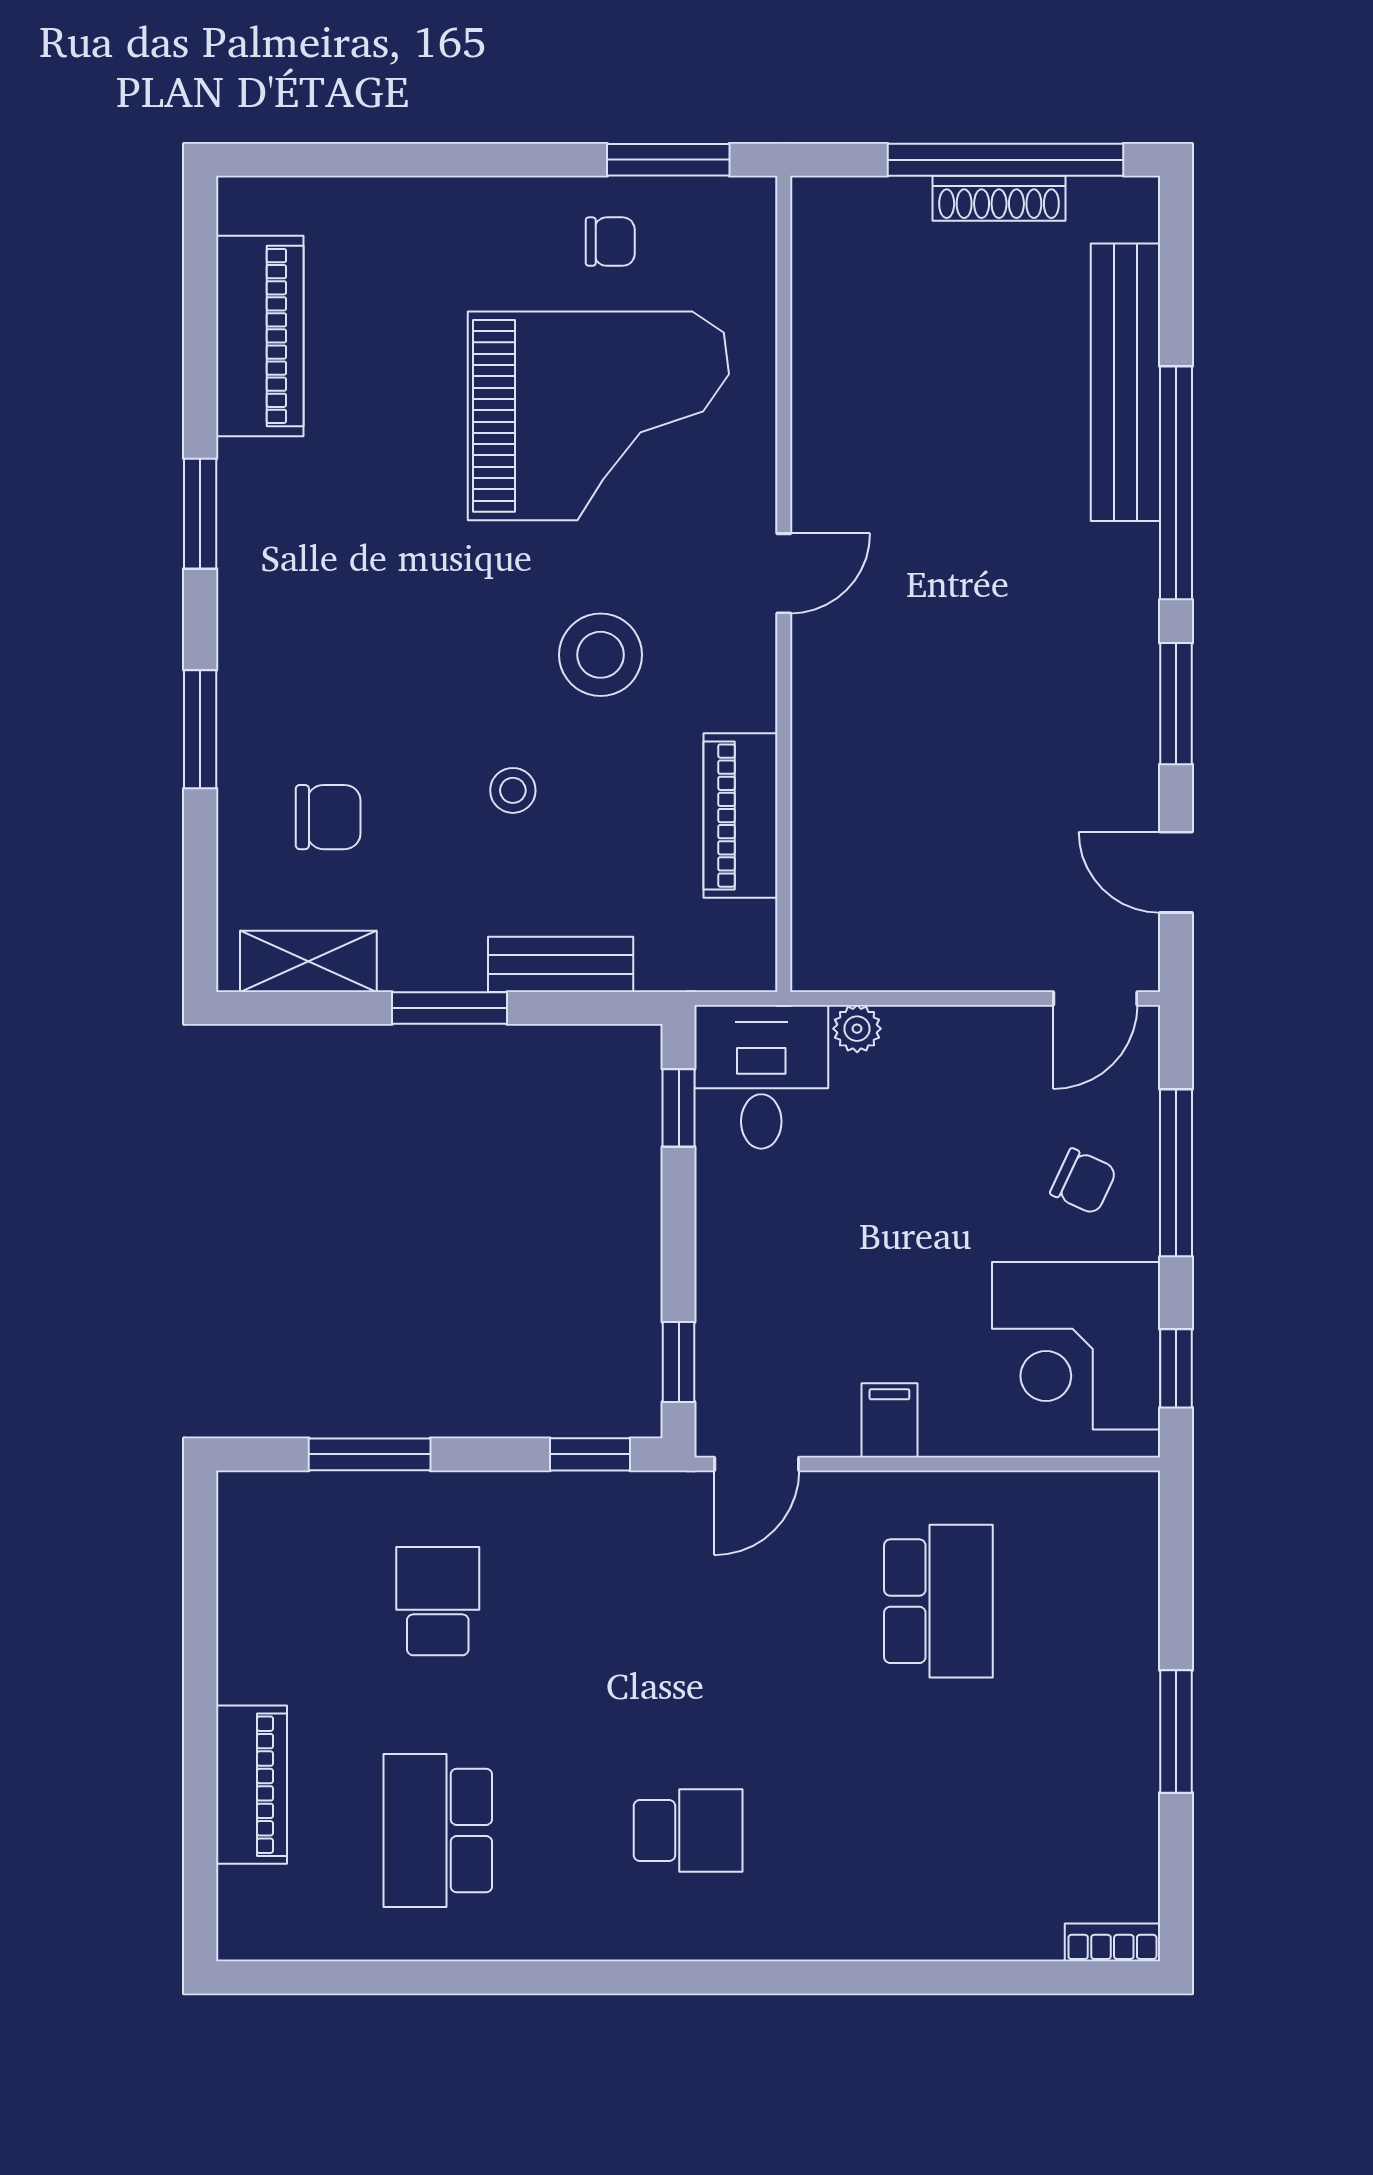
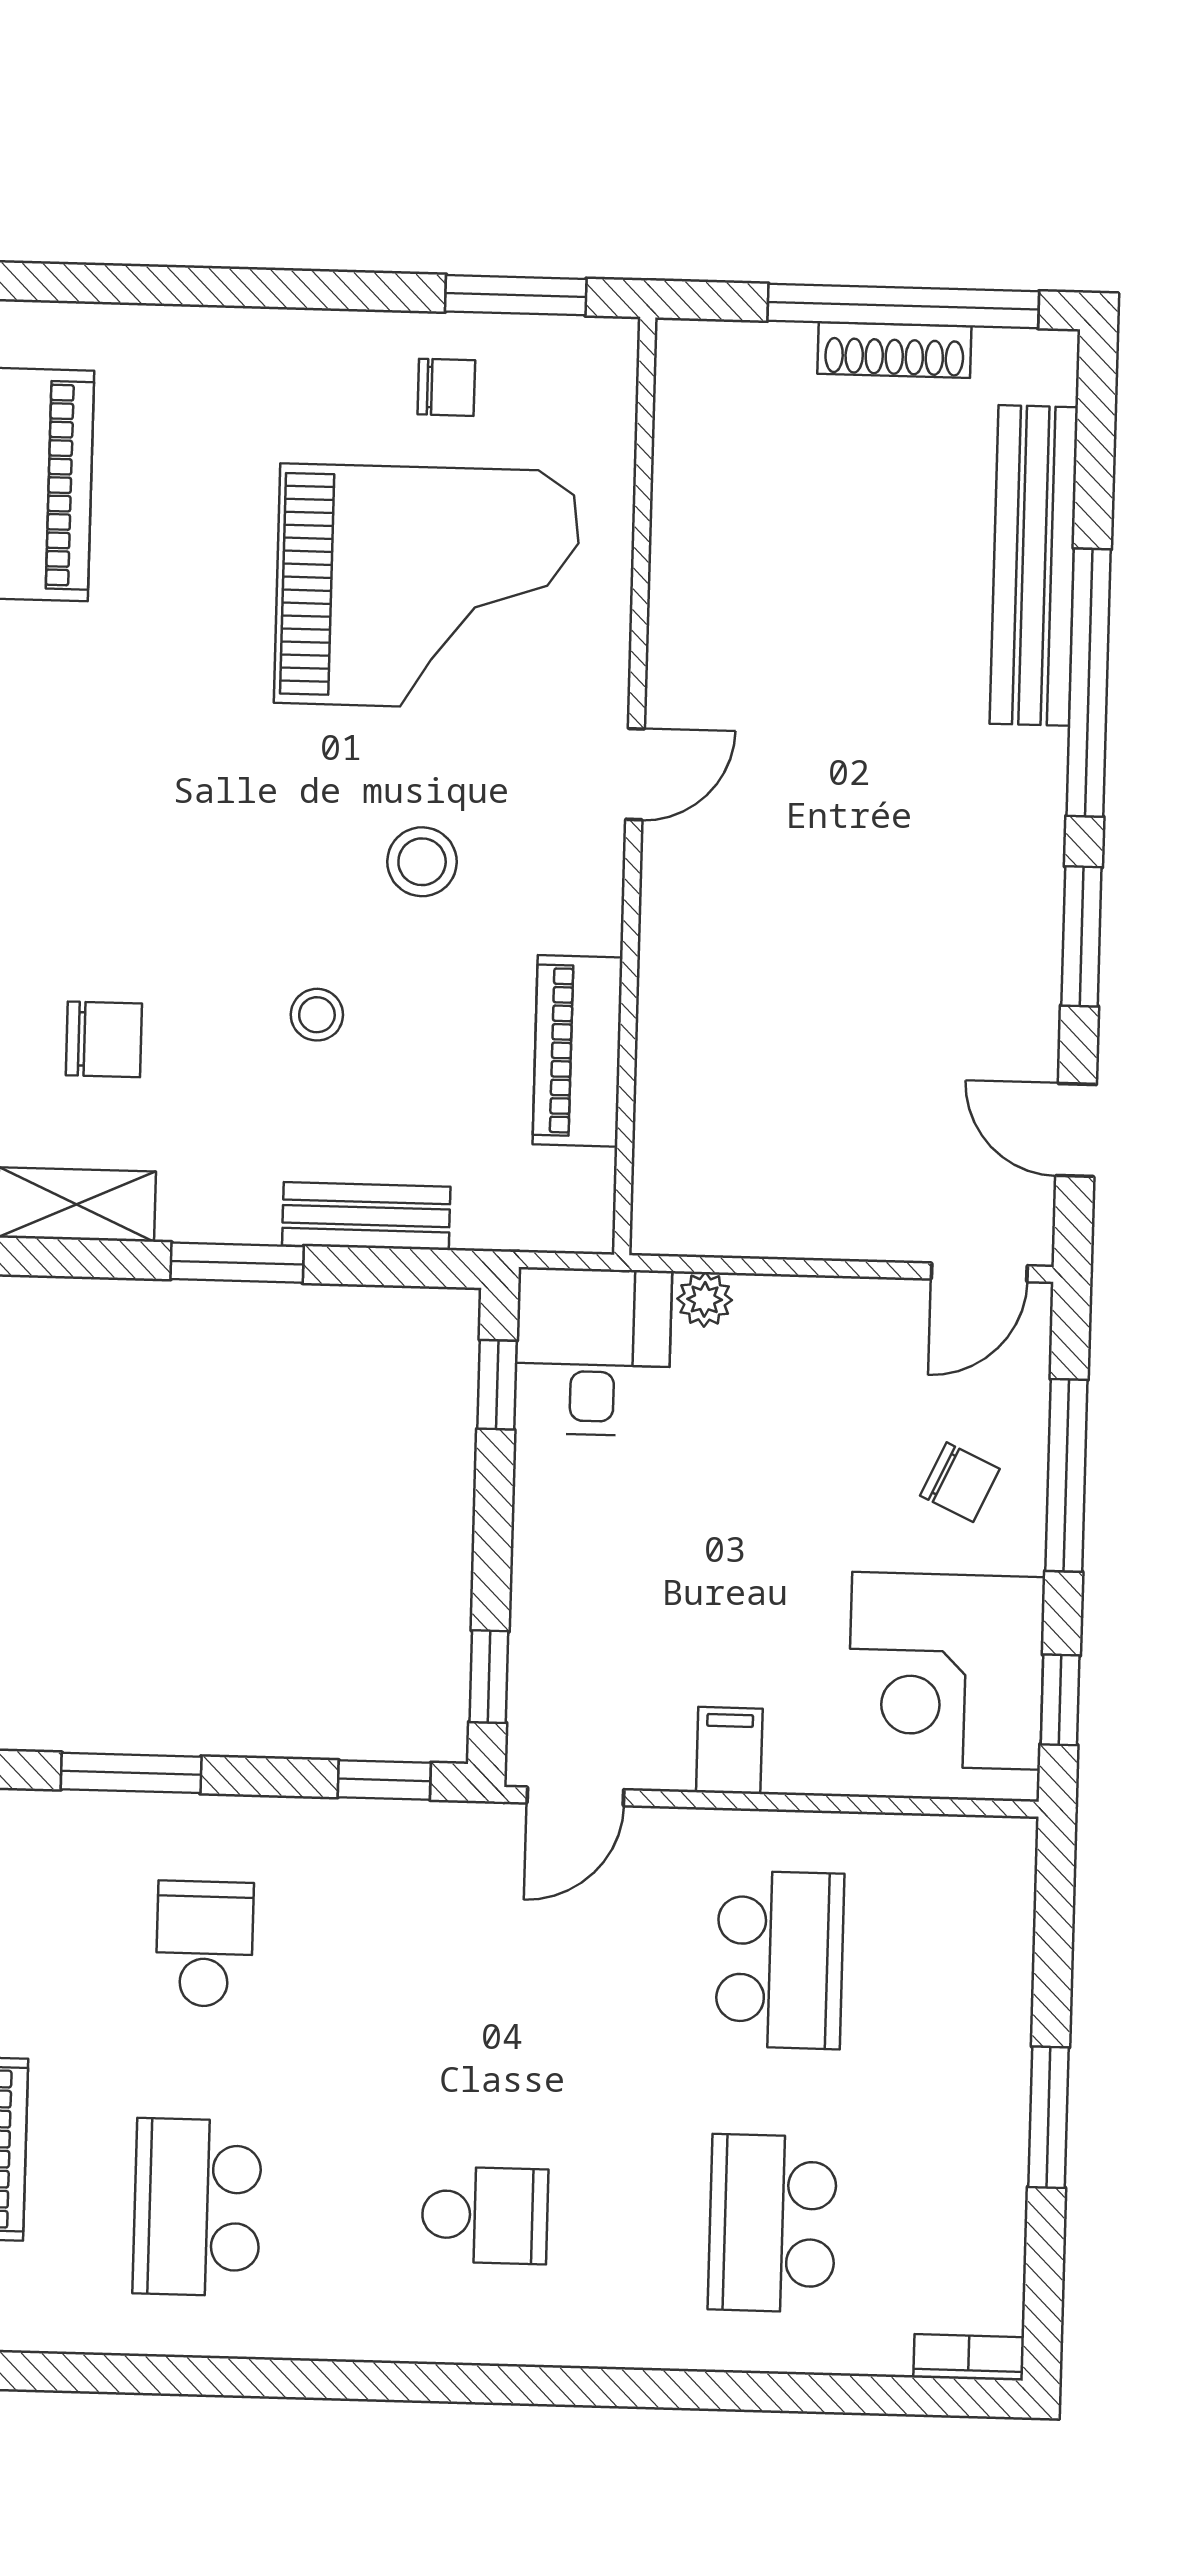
stool: (601, 655) -> (422, 862), width x0.73, depth x0.73
school desk: (938, 1831) -> (772, 2223), added

